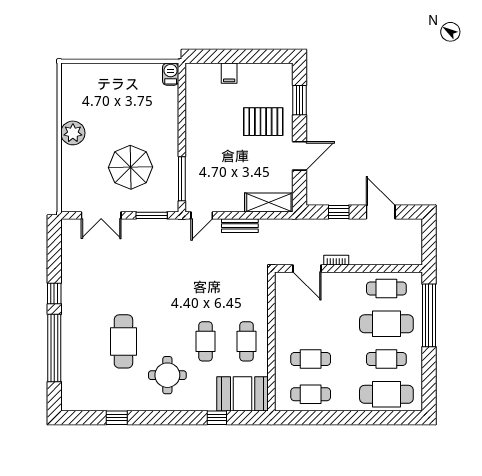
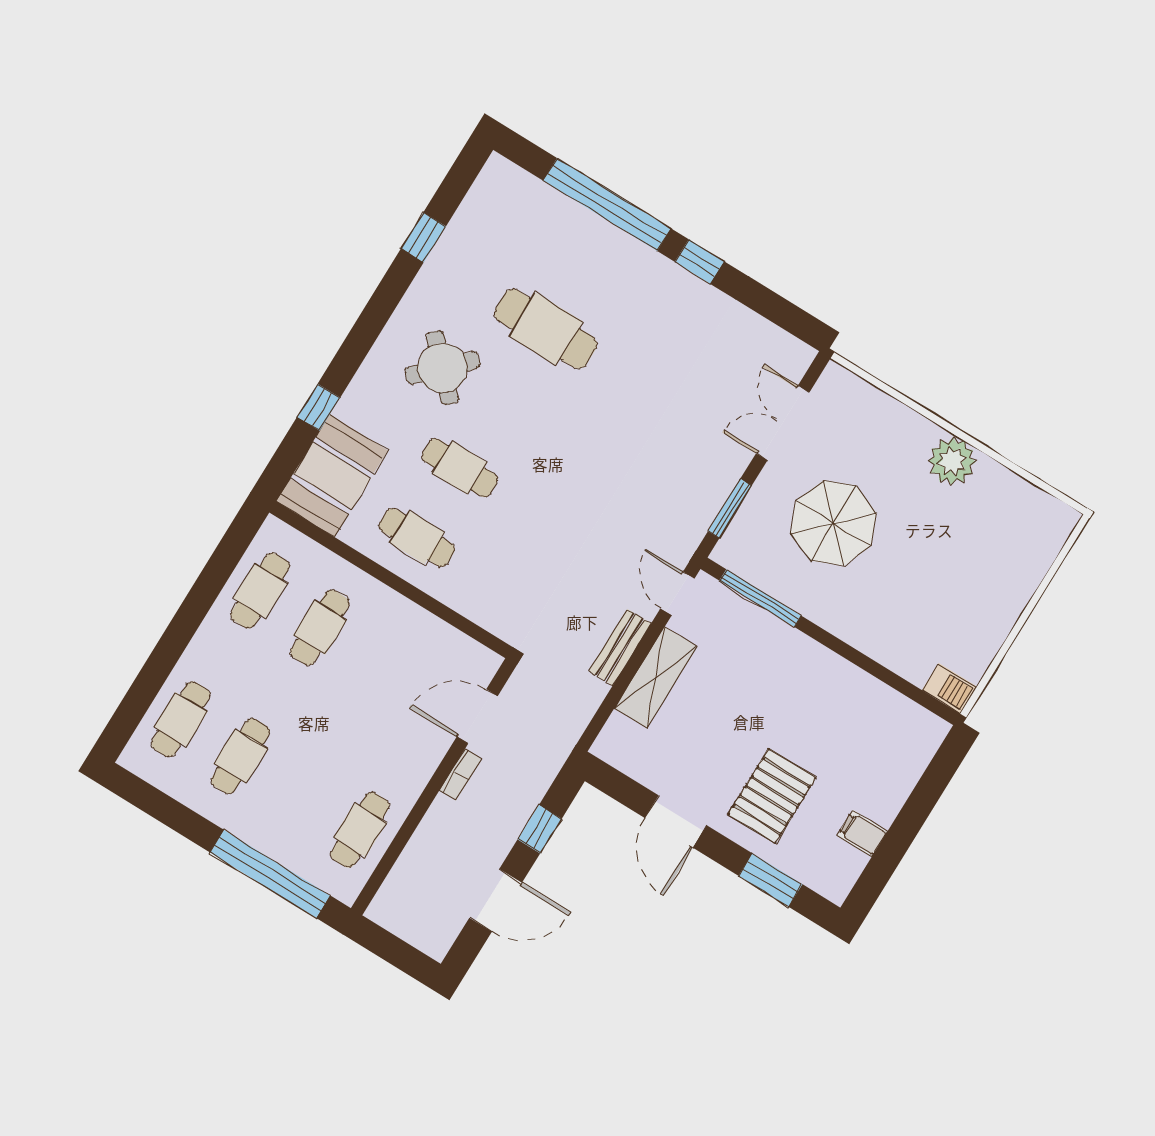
filing cabinet: (229, 73) -> (862, 834), moved
shelving: (269, 202) -> (656, 677), moved
cafe table: (386, 324) -> (300, 793), removed
round table: (167, 375) -> (442, 368), turned 45
cafe table: (386, 394) -> (181, 719), width x0.73, depth x0.74

